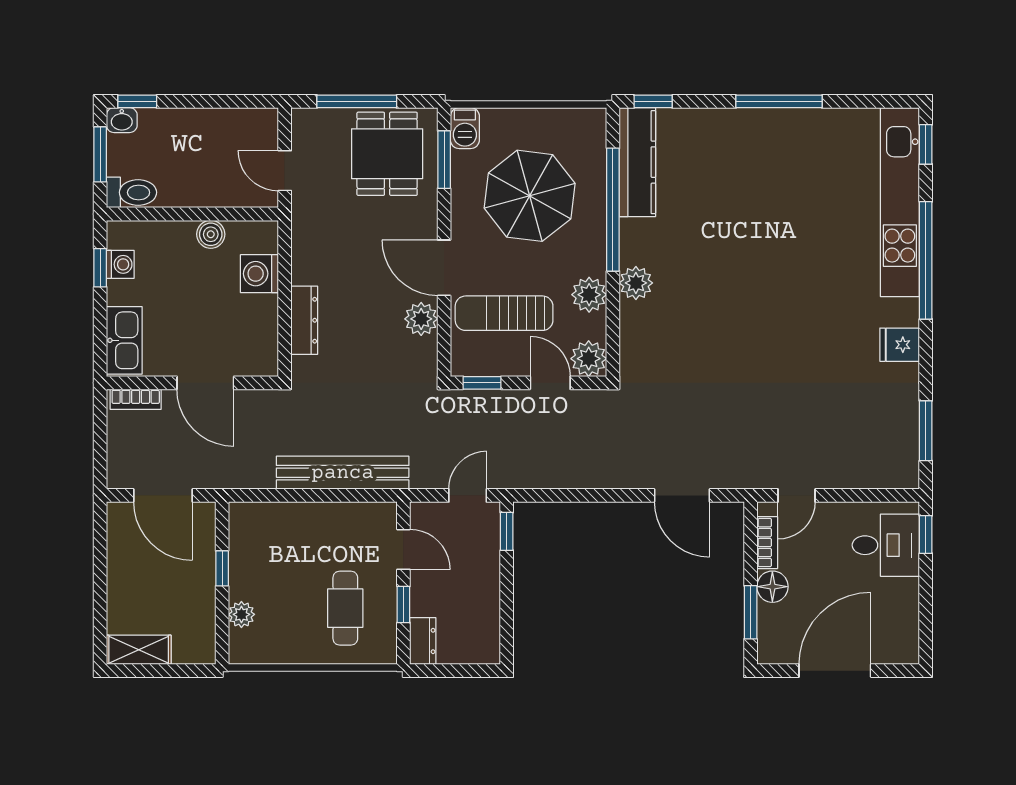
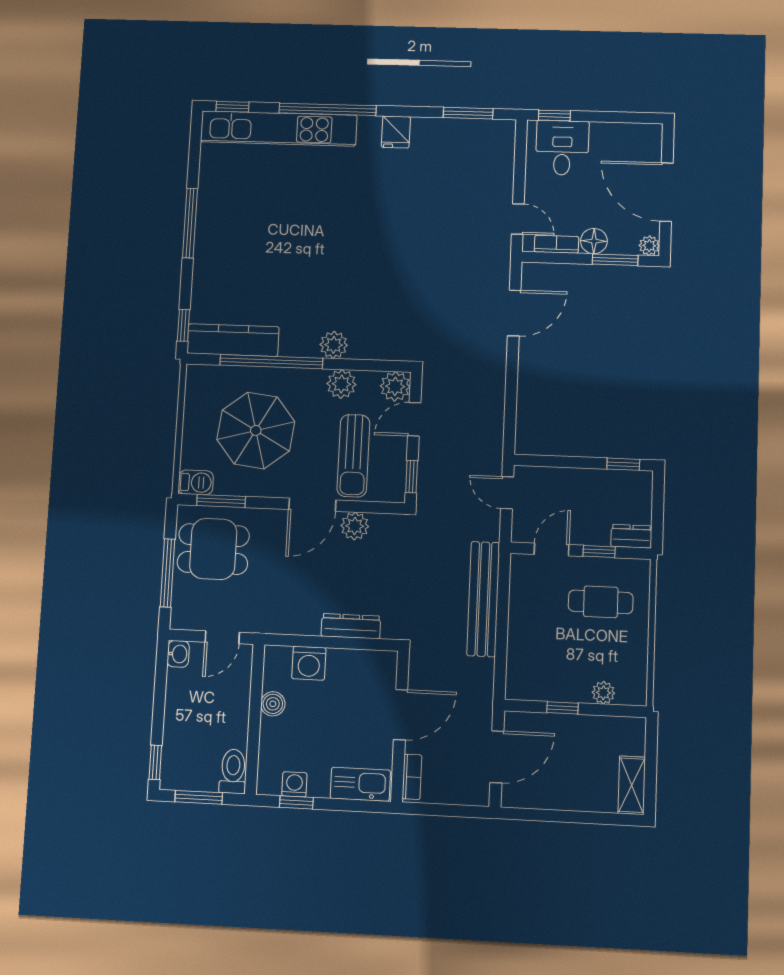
washbasin: (122, 120) -> (178, 654), moved
window: (507, 531) -> (623, 464), moved
plant: (769, 652) -> (649, 246), added

